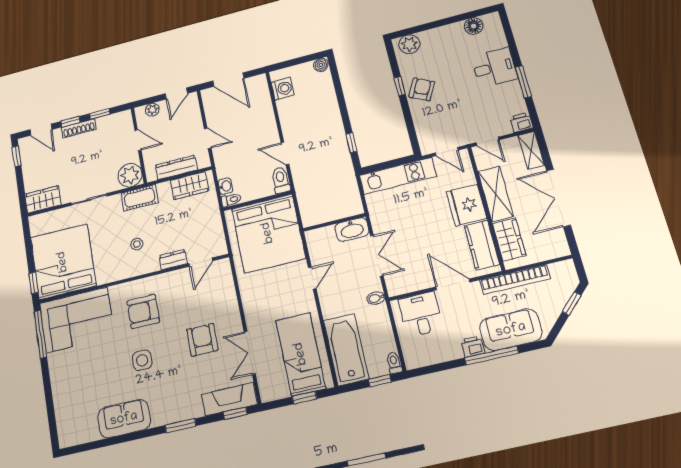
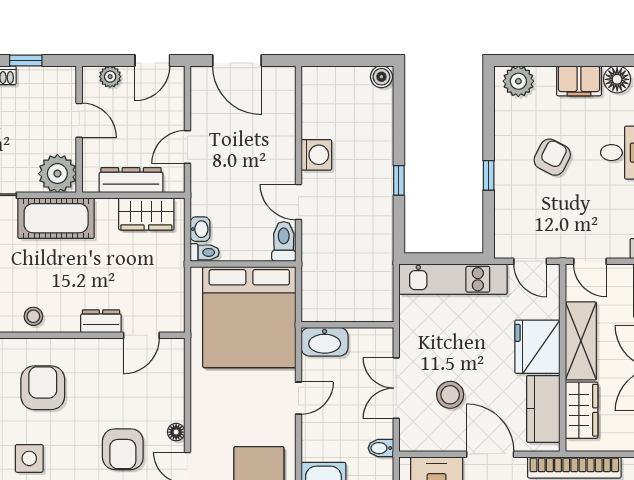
filing cabinet: (449, 33) -> (579, 81), added
window: (400, 86) -> (489, 175), moved
washing machine: (283, 89) -> (316, 155), moved
armchair: (422, 89) -> (552, 157), moved
door: (208, 138) -> (187, 147), swing flipped
window: (351, 143) -> (399, 180), moved
cot: (140, 198) -> (56, 218), width x1.37, depth x1.34
washbasin: (352, 230) -> (325, 342), moved
stool: (137, 244) -> (33, 316), moved
stool: (415, 251) -> (450, 395), added
double door: (377, 256) -> (396, 388), swing flipped
armchair: (143, 312) -> (43, 388), turned 90
floor lamp: (235, 320) -> (176, 432), added
armchair: (202, 340) -> (123, 449), turned 180

